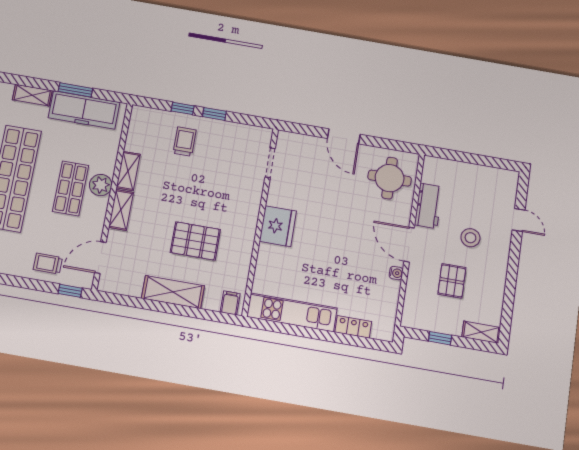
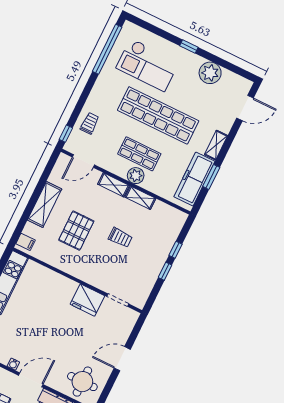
trolley: (185, 142) -> (120, 238), moved
fridge: (278, 226) -> (87, 300), moved
door: (100, 258) -> (83, 161), swing flipped

